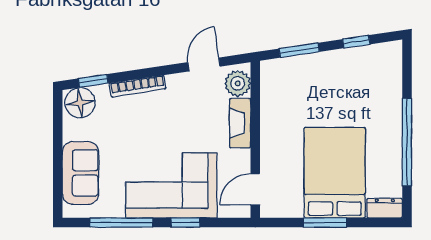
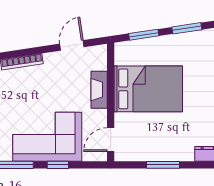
window: (356, 42) -> (187, 28), width x1.50
plant: (238, 83) -> (97, 60), removed
bed: (335, 173) -> (148, 89), moved, turned 90

